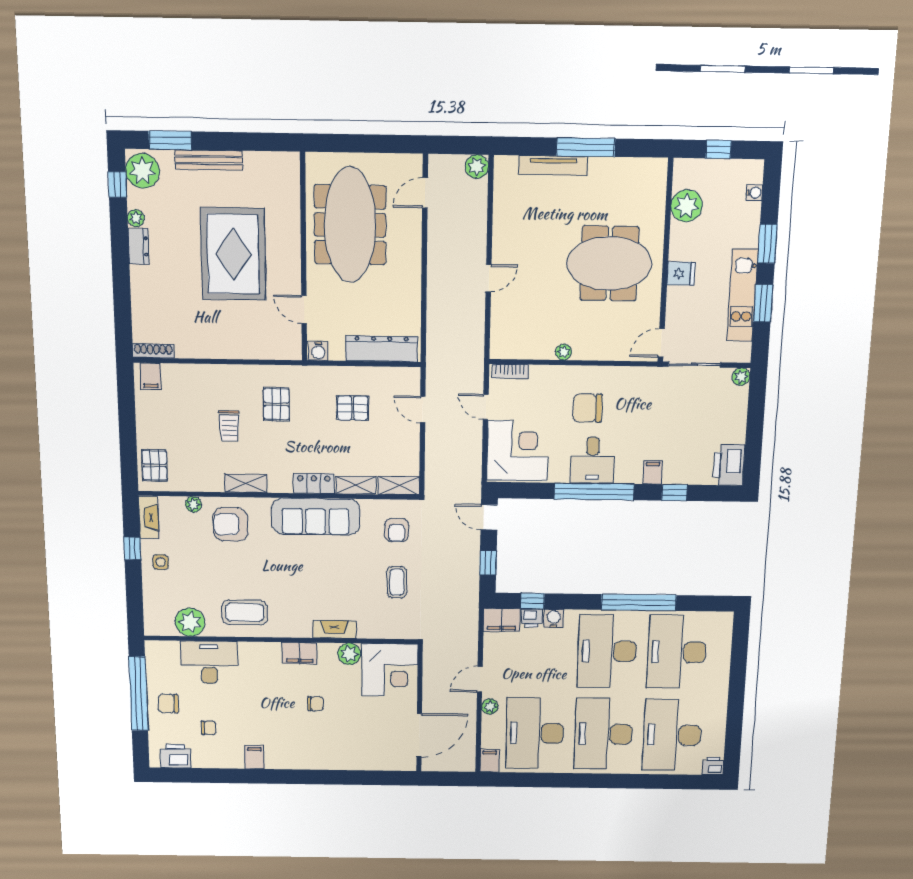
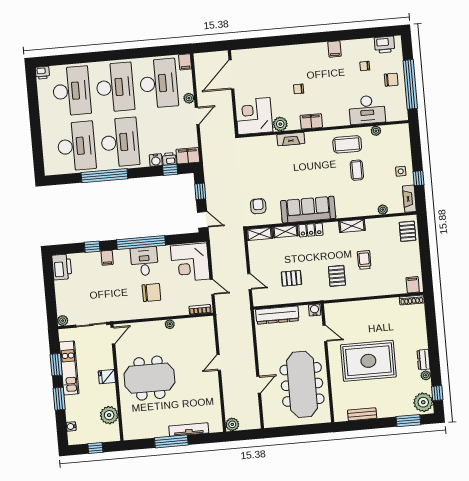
bench: (209, 160) -> (362, 414), moved, width x0.73
door: (425, 193) -> (259, 385), moved
rug: (233, 254) -> (368, 361), turned 90
armchair: (231, 524) -> (360, 199), removed
coffee table: (397, 582) -> (357, 170), moved
plant: (190, 622) -> (376, 131), width x0.53, depth x0.53

